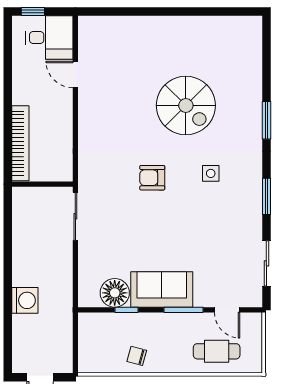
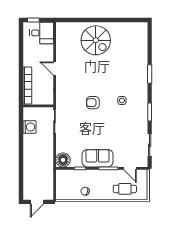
door: (75, 74) -> (55, 69), moved
spiral stairs: (186, 105) -> (96, 40), moved
floor lamp: (115, 293) -> (63, 160), moved
washing machine: (25, 300) -> (29, 127), moved

